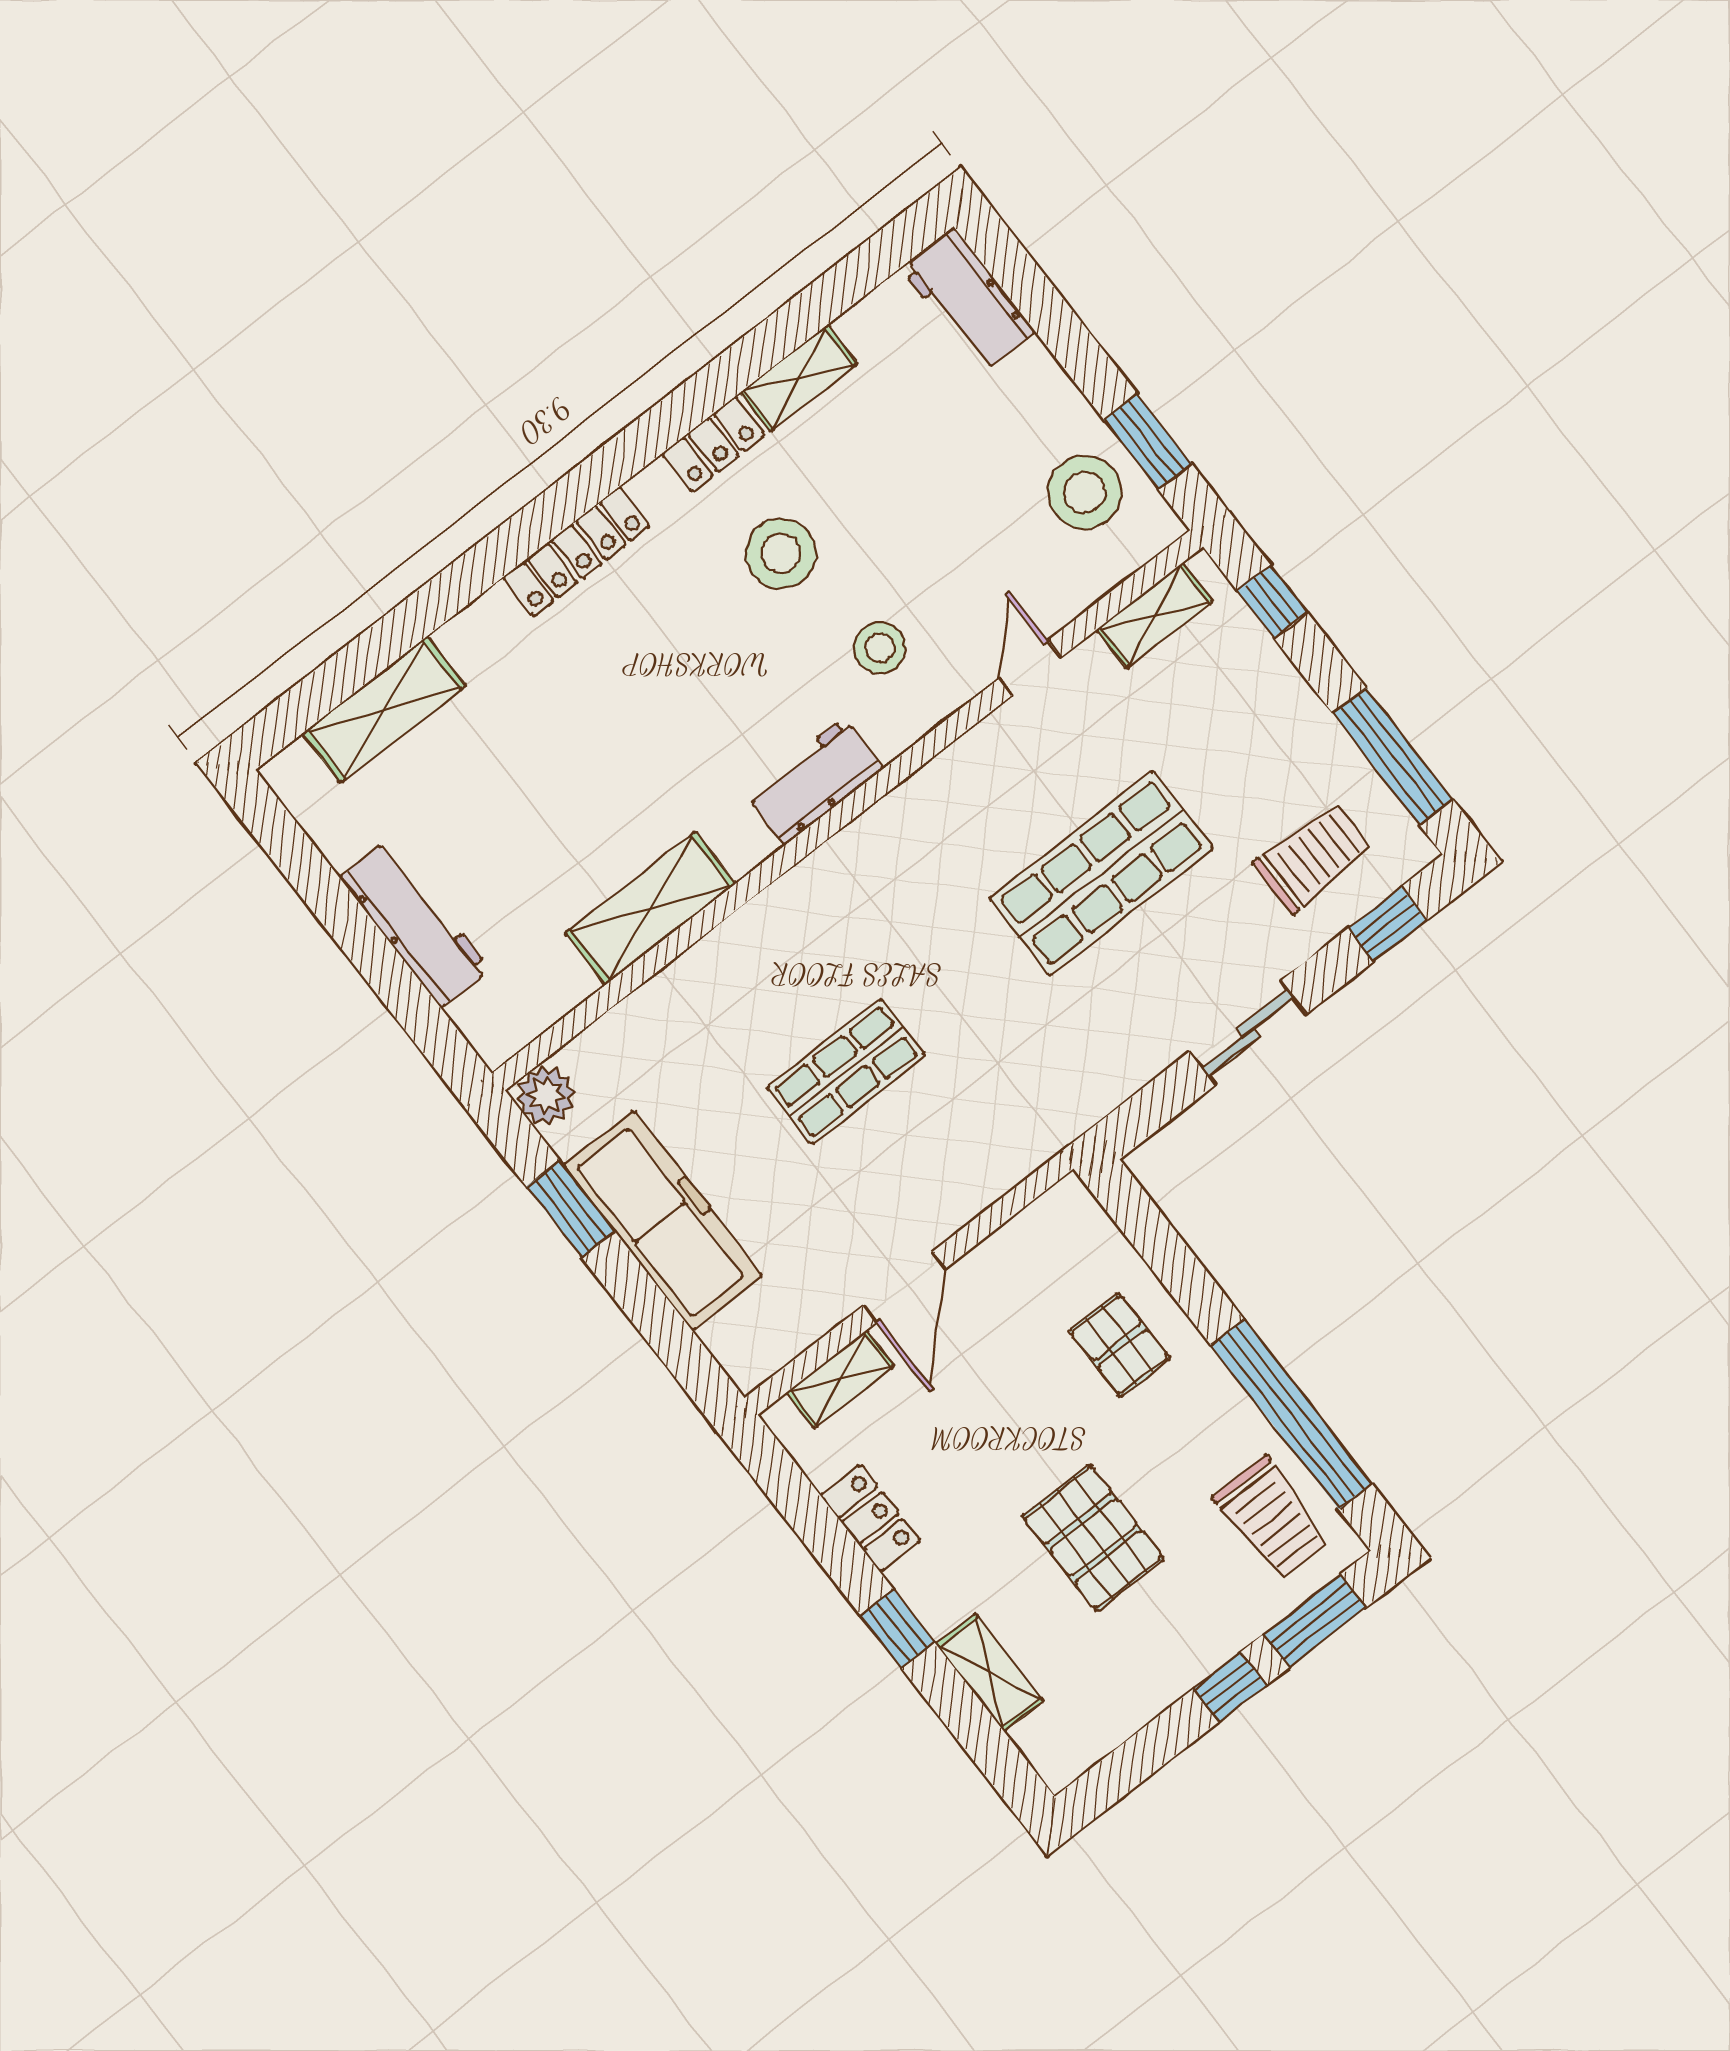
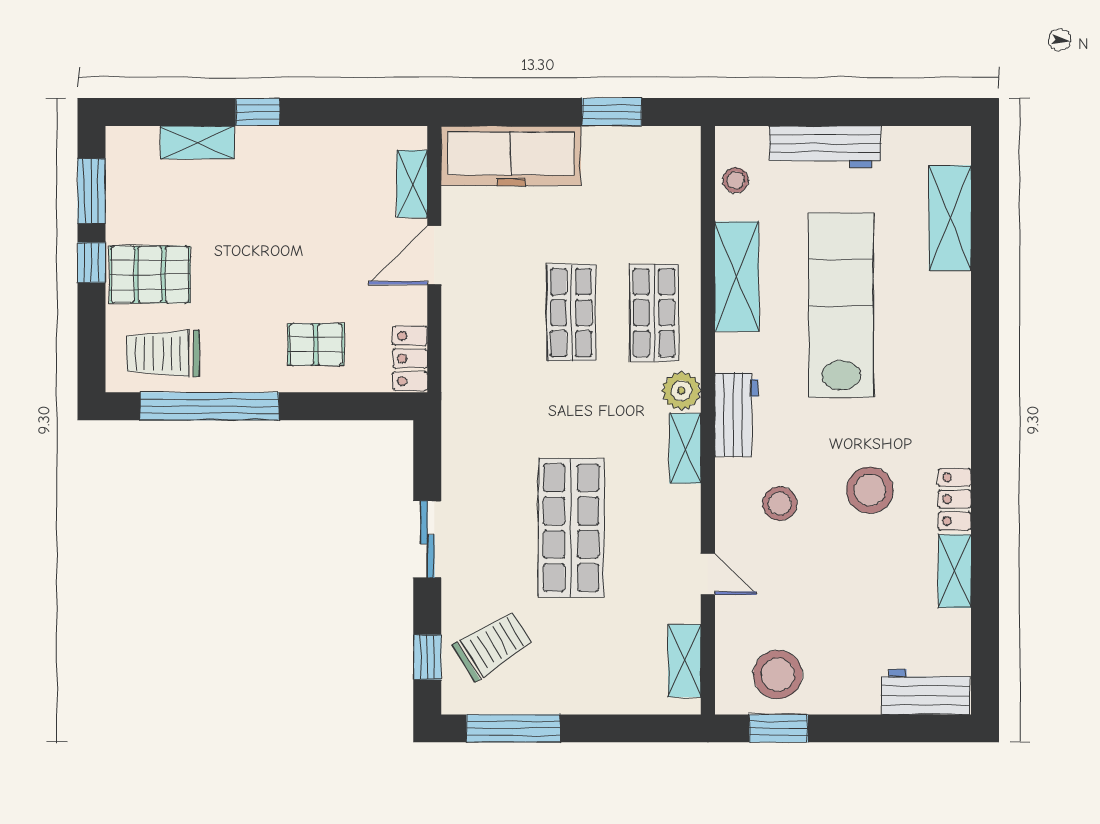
locker: (577, 552) -> (954, 384), removed
window: (1272, 601) -> (644, 728), removed
lab bench: (588, 758) -> (841, 305), added
shelving: (902, 811) -> (685, 448), added
trolley: (1313, 857) -> (493, 645), turned -122
shop shelf: (770, 973) -> (654, 313), added
stool: (537, 999) -> (736, 180), added
plant: (546, 1095) -> (681, 391), moved
freezer: (663, 1220) -> (511, 156), moved
door: (904, 1287) -> (434, 255), hinge flipped
locker: (871, 1518) -> (410, 358), moved, turned 90
pallet: (1093, 1538) -> (150, 275), moved
window: (1315, 1621) -> (91, 191), moved

